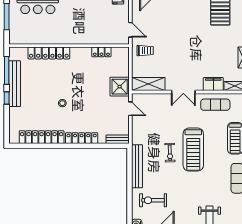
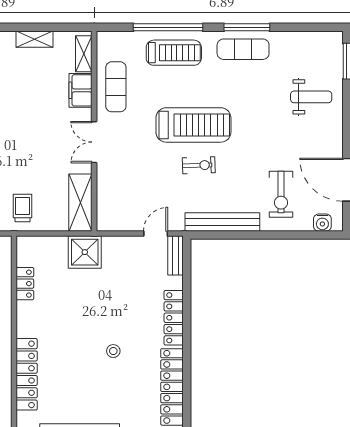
double door: (183, 92) -> (94, 142), swing flipped
door: (130, 109) -> (156, 234), moved

